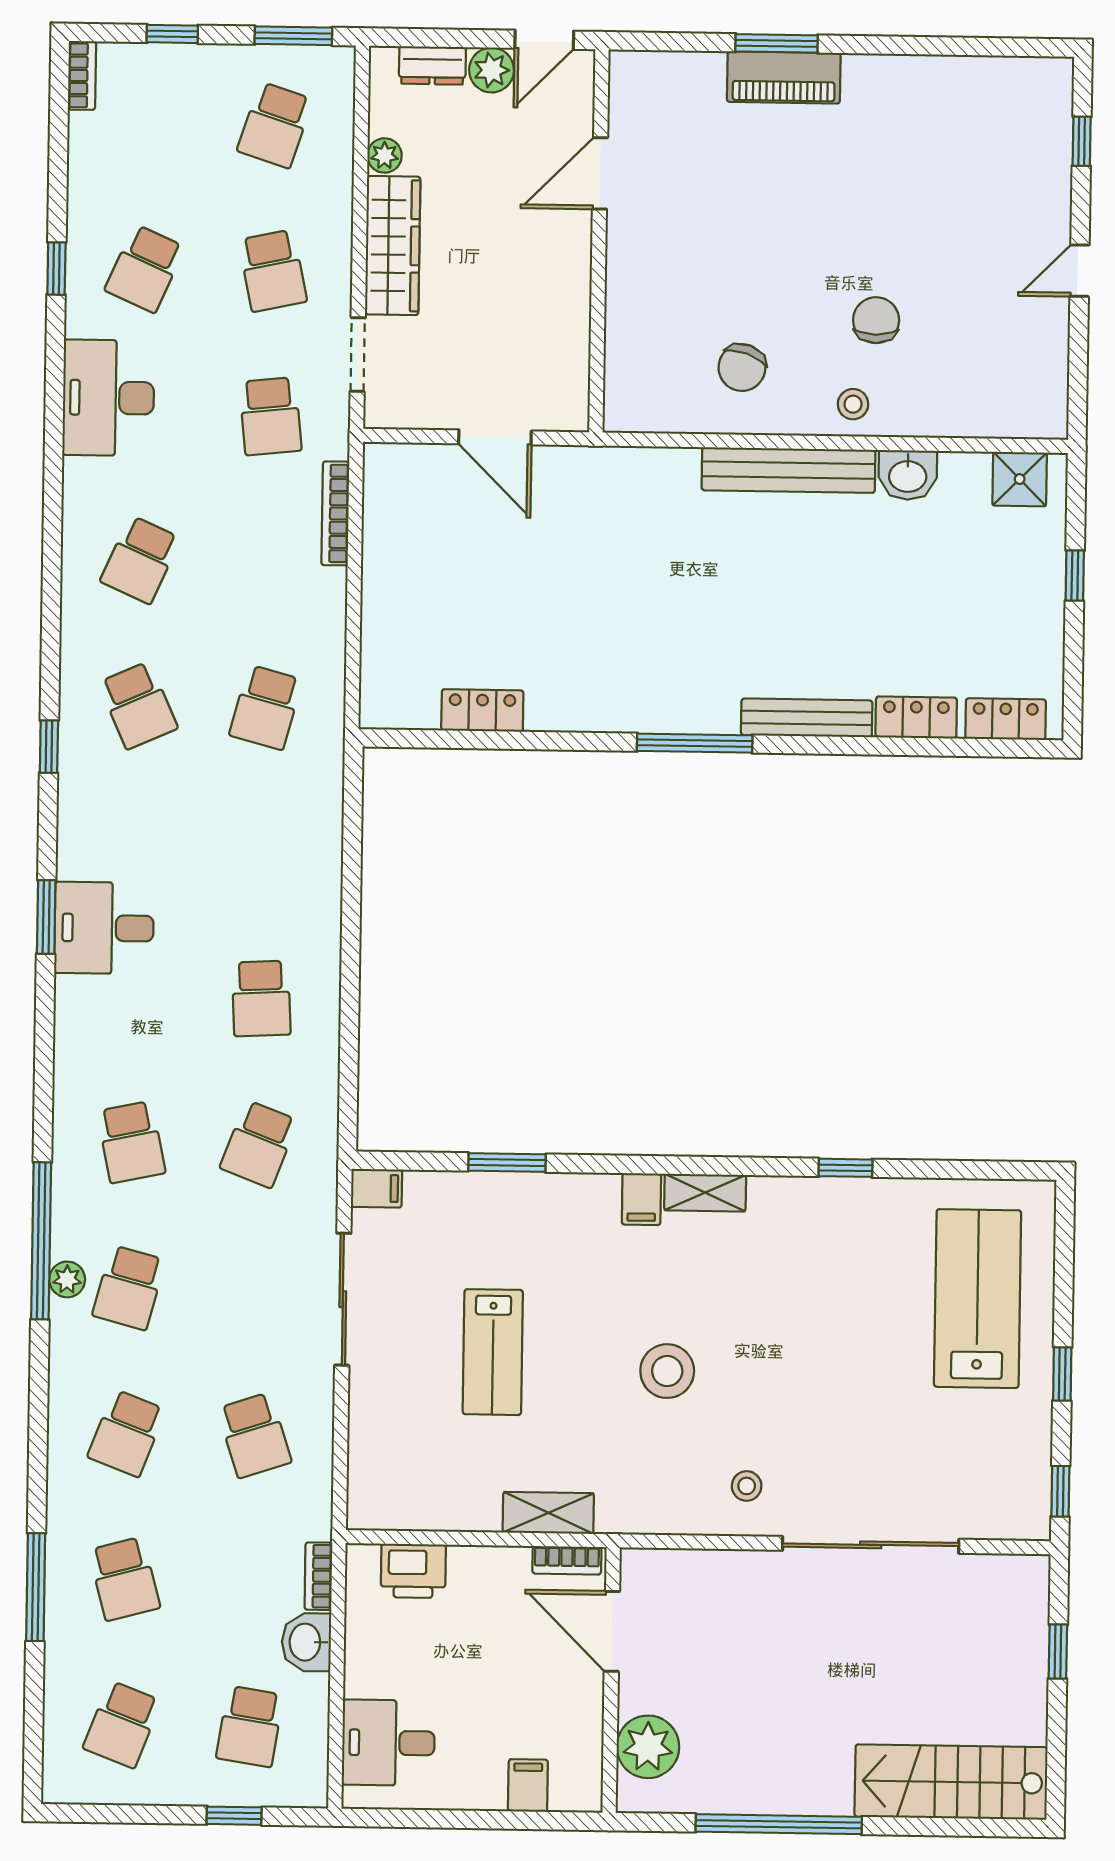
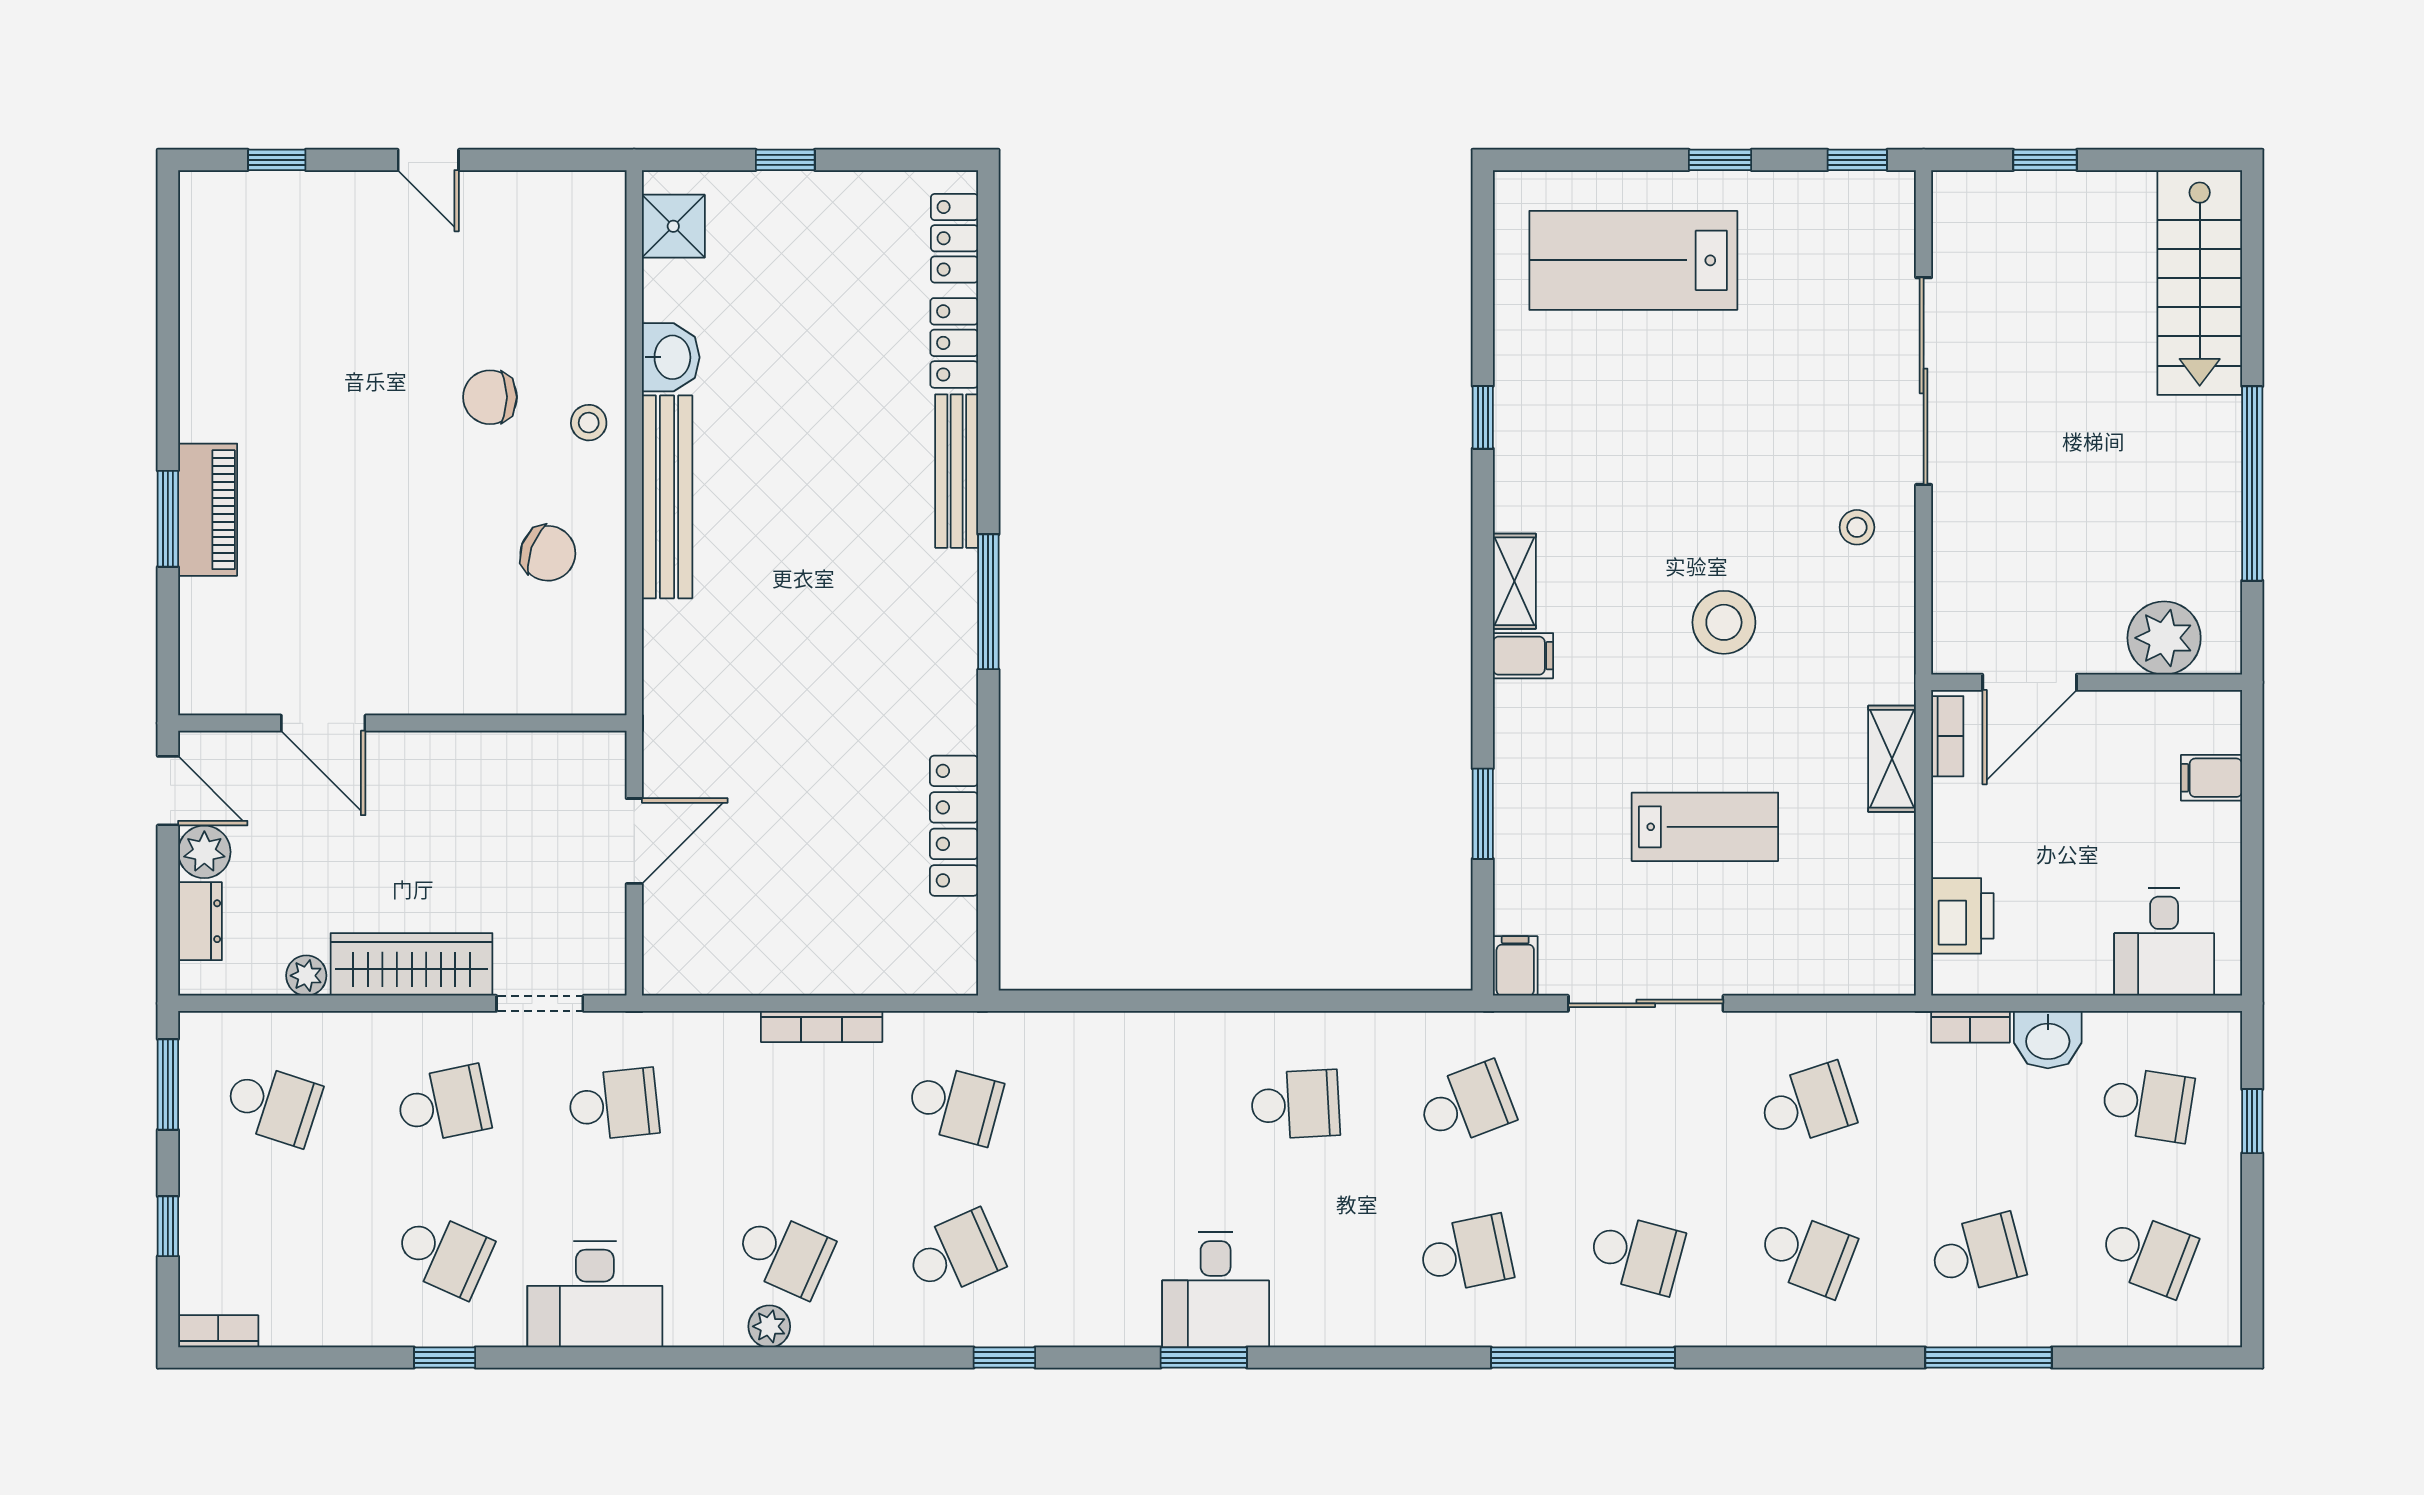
bookcase: (335, 513) -> (822, 1027), moved
locker: (482, 710) -> (954, 826), width x1.53
school desk: (259, 1144) -> (1466, 1104), turned -42
plant: (67, 1279) -> (769, 1326), moved

